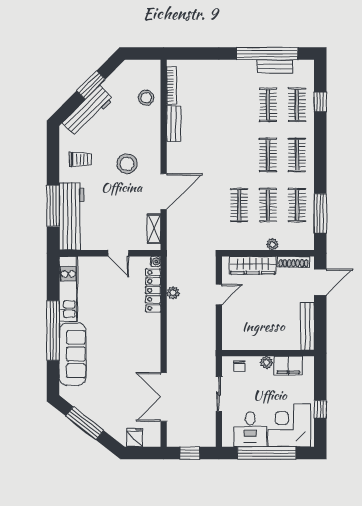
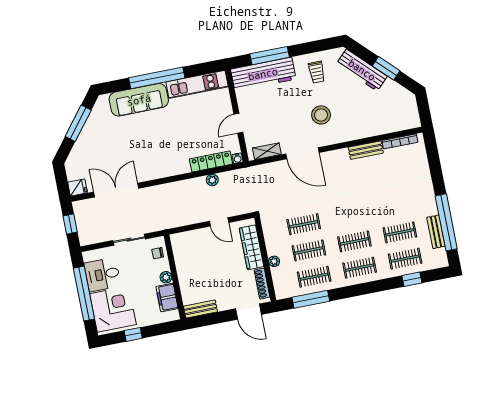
stool: (146, 98) -> (384, 121), removed
bench: (307, 326) -> (200, 309), width x0.73
fridge: (135, 437) -> (78, 187), moved

